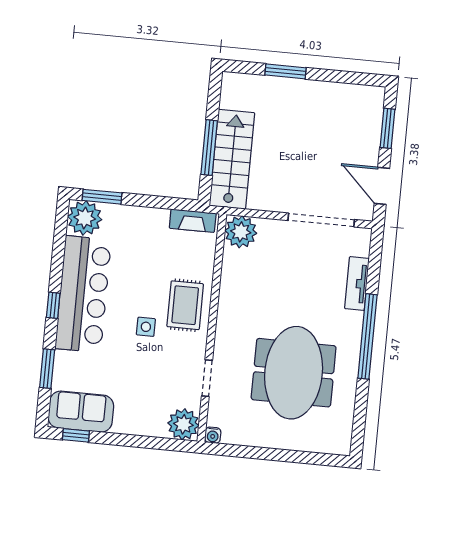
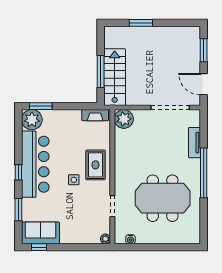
meeting table: (294, 373) -> (163, 198), turned 90
plant: (183, 424) -> (105, 239), width x0.53, depth x0.53
water cooler: (213, 435) -> (130, 239), moved

